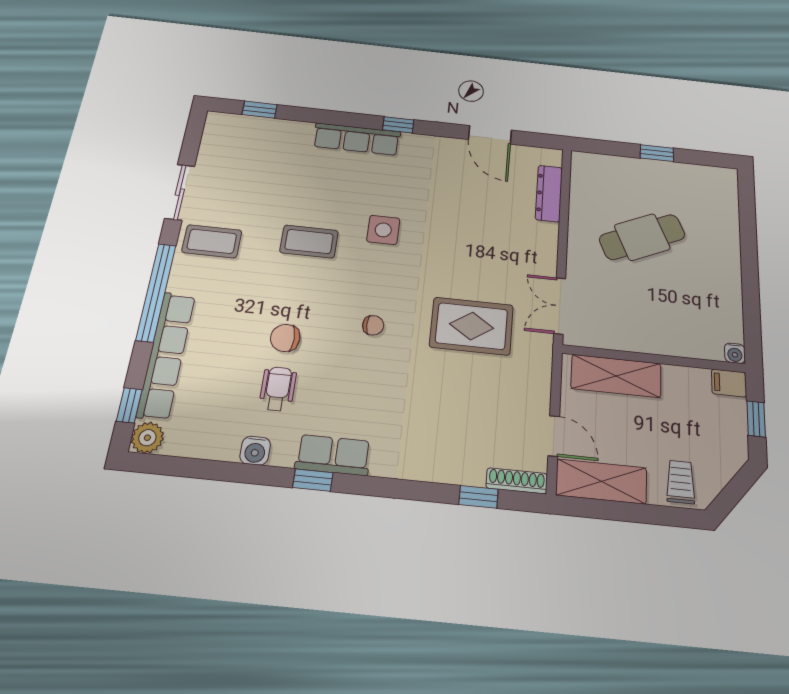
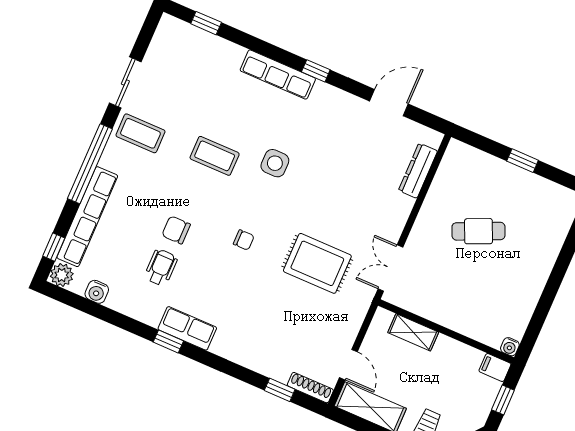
door: (490, 135) -> (389, 103), swing flipped
cafe table: (642, 237) -> (478, 231), width x0.73, depth x0.74
shelving: (616, 376) -> (413, 332), width x0.67, depth x0.75
water cooler: (255, 451) -> (97, 292), moved

